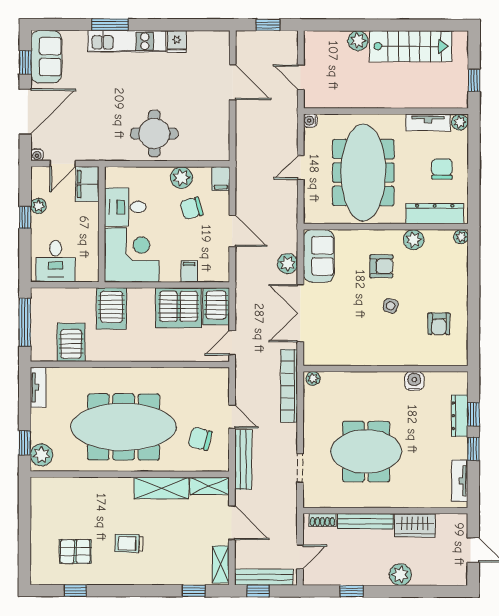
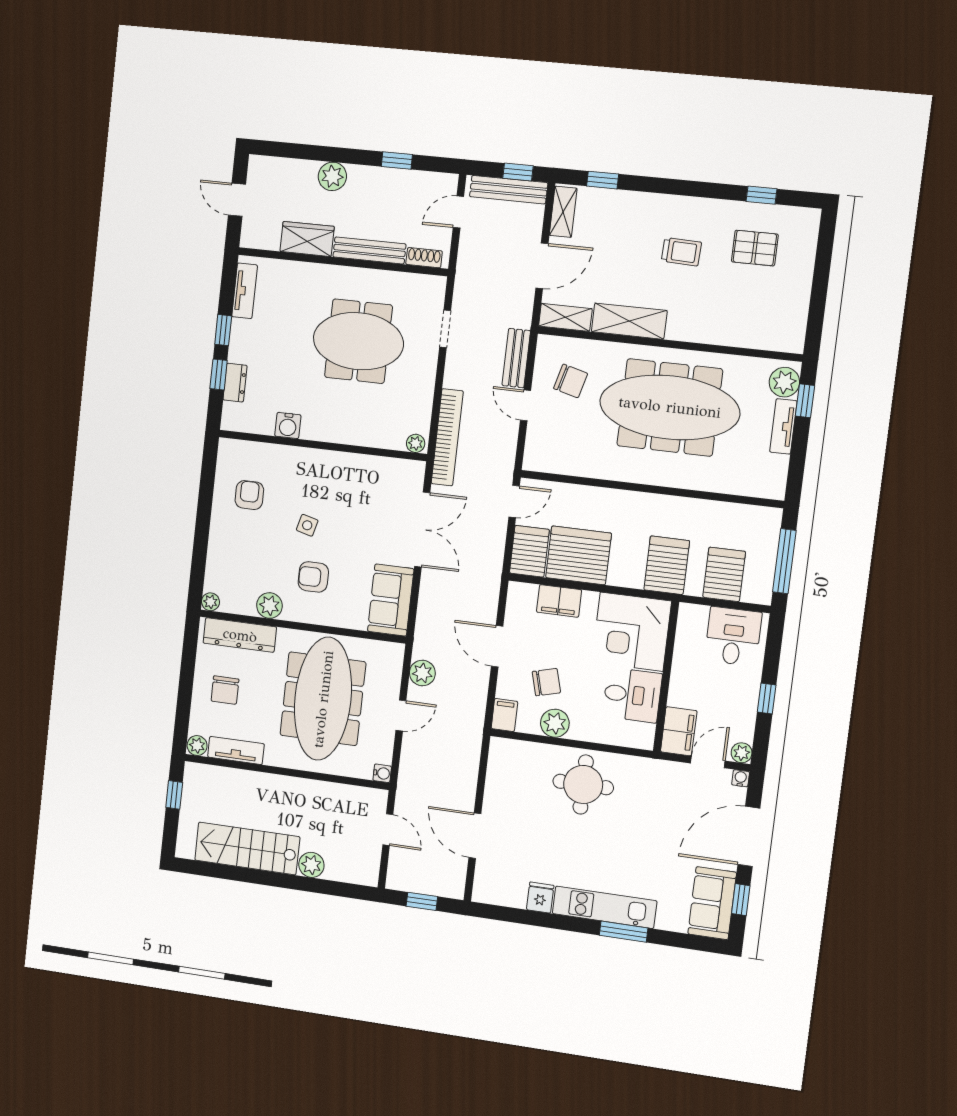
plant: (38, 206) -> (742, 753), moved
plant: (288, 264) -> (422, 673), moved
filing cabinet: (189, 271) -> (559, 601), width x2.00
server rack: (71, 342) -> (724, 574), moved, turned 180
tv unit: (38, 387) -> (783, 426), moved
dresser: (460, 416) -> (235, 383), width x0.70
bench: (243, 459) -> (516, 358), width x0.73
door: (232, 523) -> (542, 266), swing flipped

